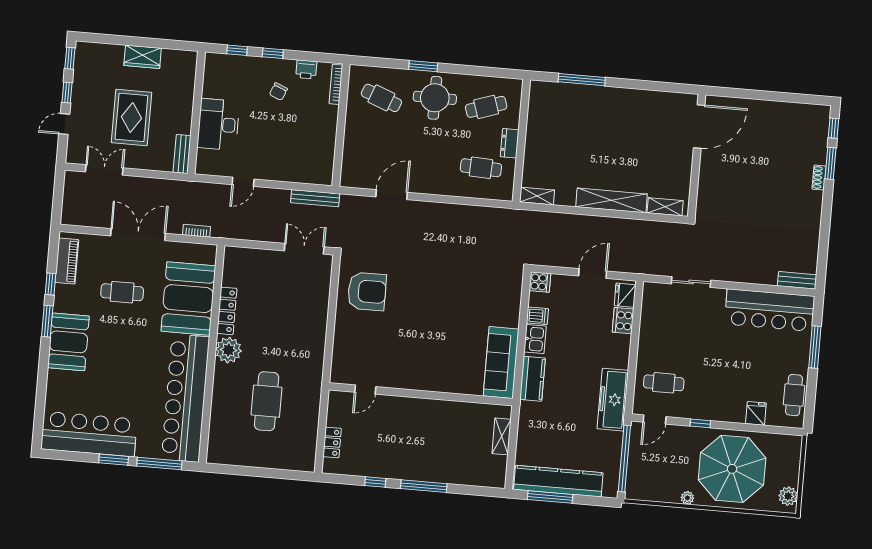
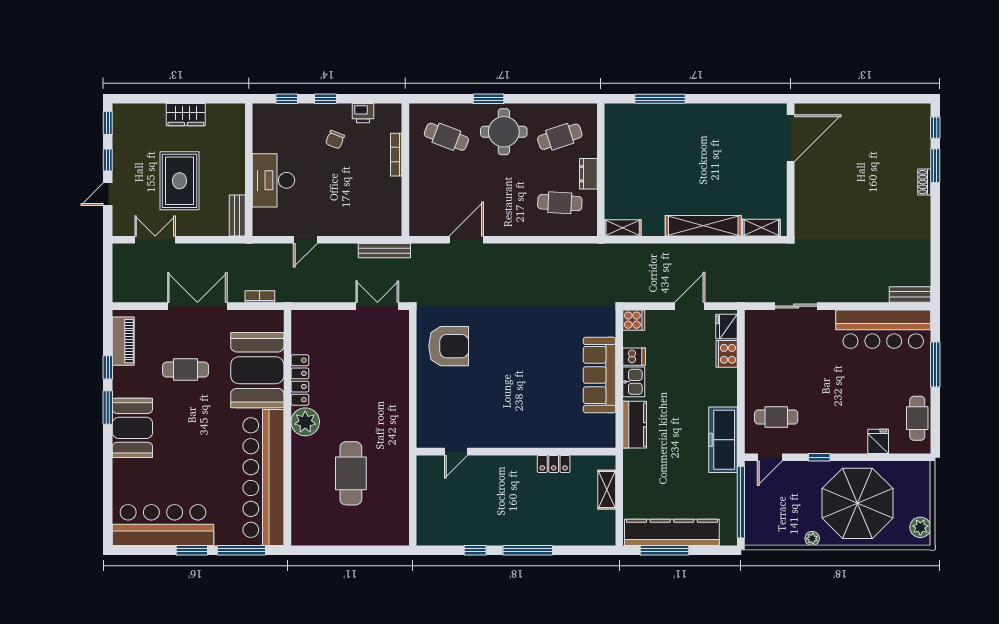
bookcase: (336, 84) -> (396, 155), moved
sofa: (501, 362) -> (599, 375), moved
locker: (332, 442) -> (554, 464), moved, turned 90

